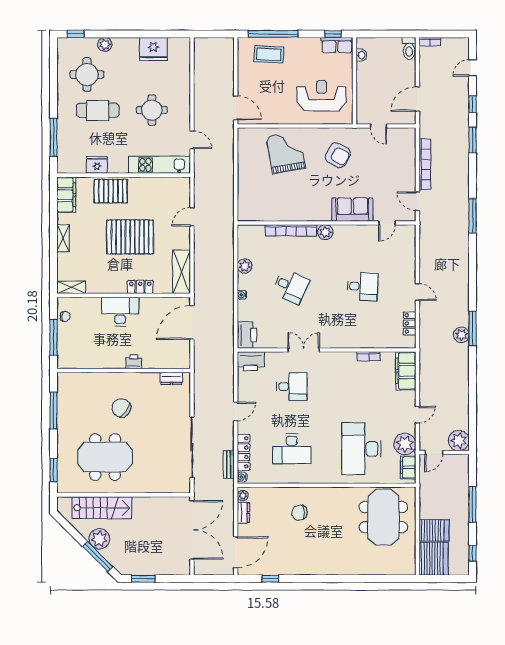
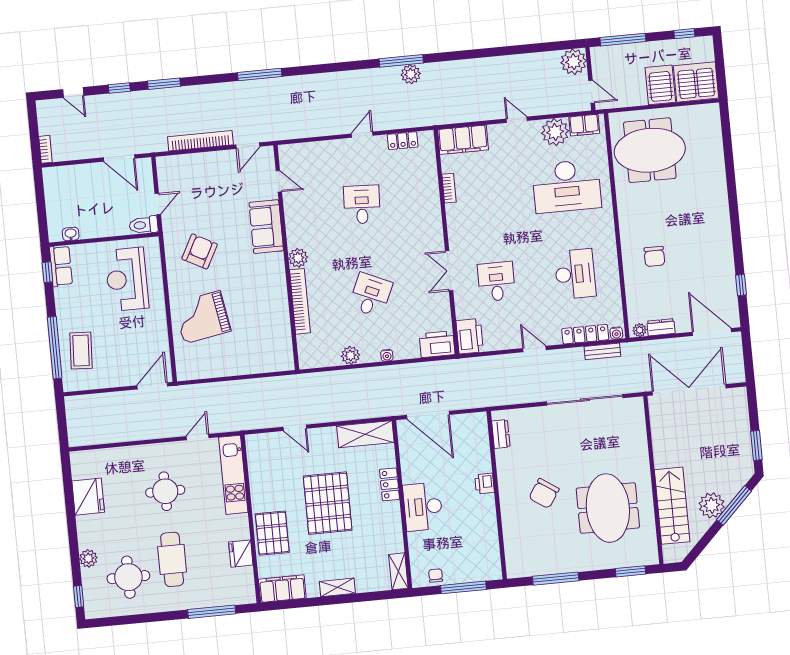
toilet: (409, 48) -> (144, 225), moved, turned 180
plant: (459, 441) -> (574, 62), moved
door: (434, 453) -> (592, 92), moved
wall: (444, 453) -> (590, 79), moved

